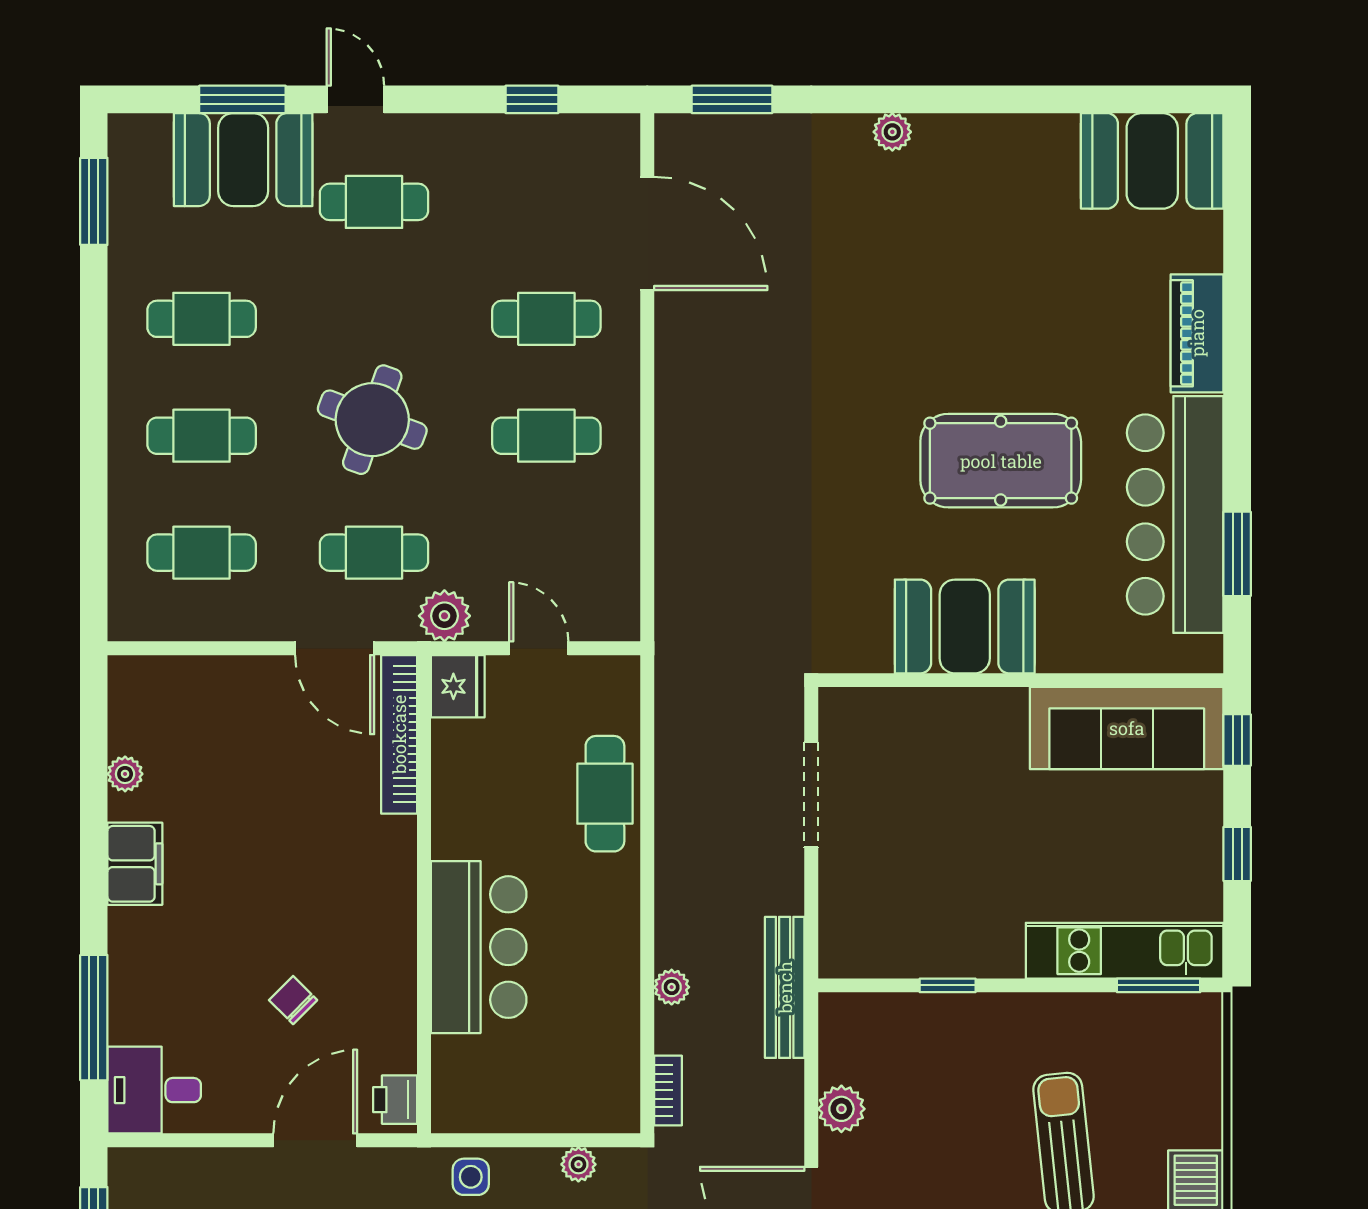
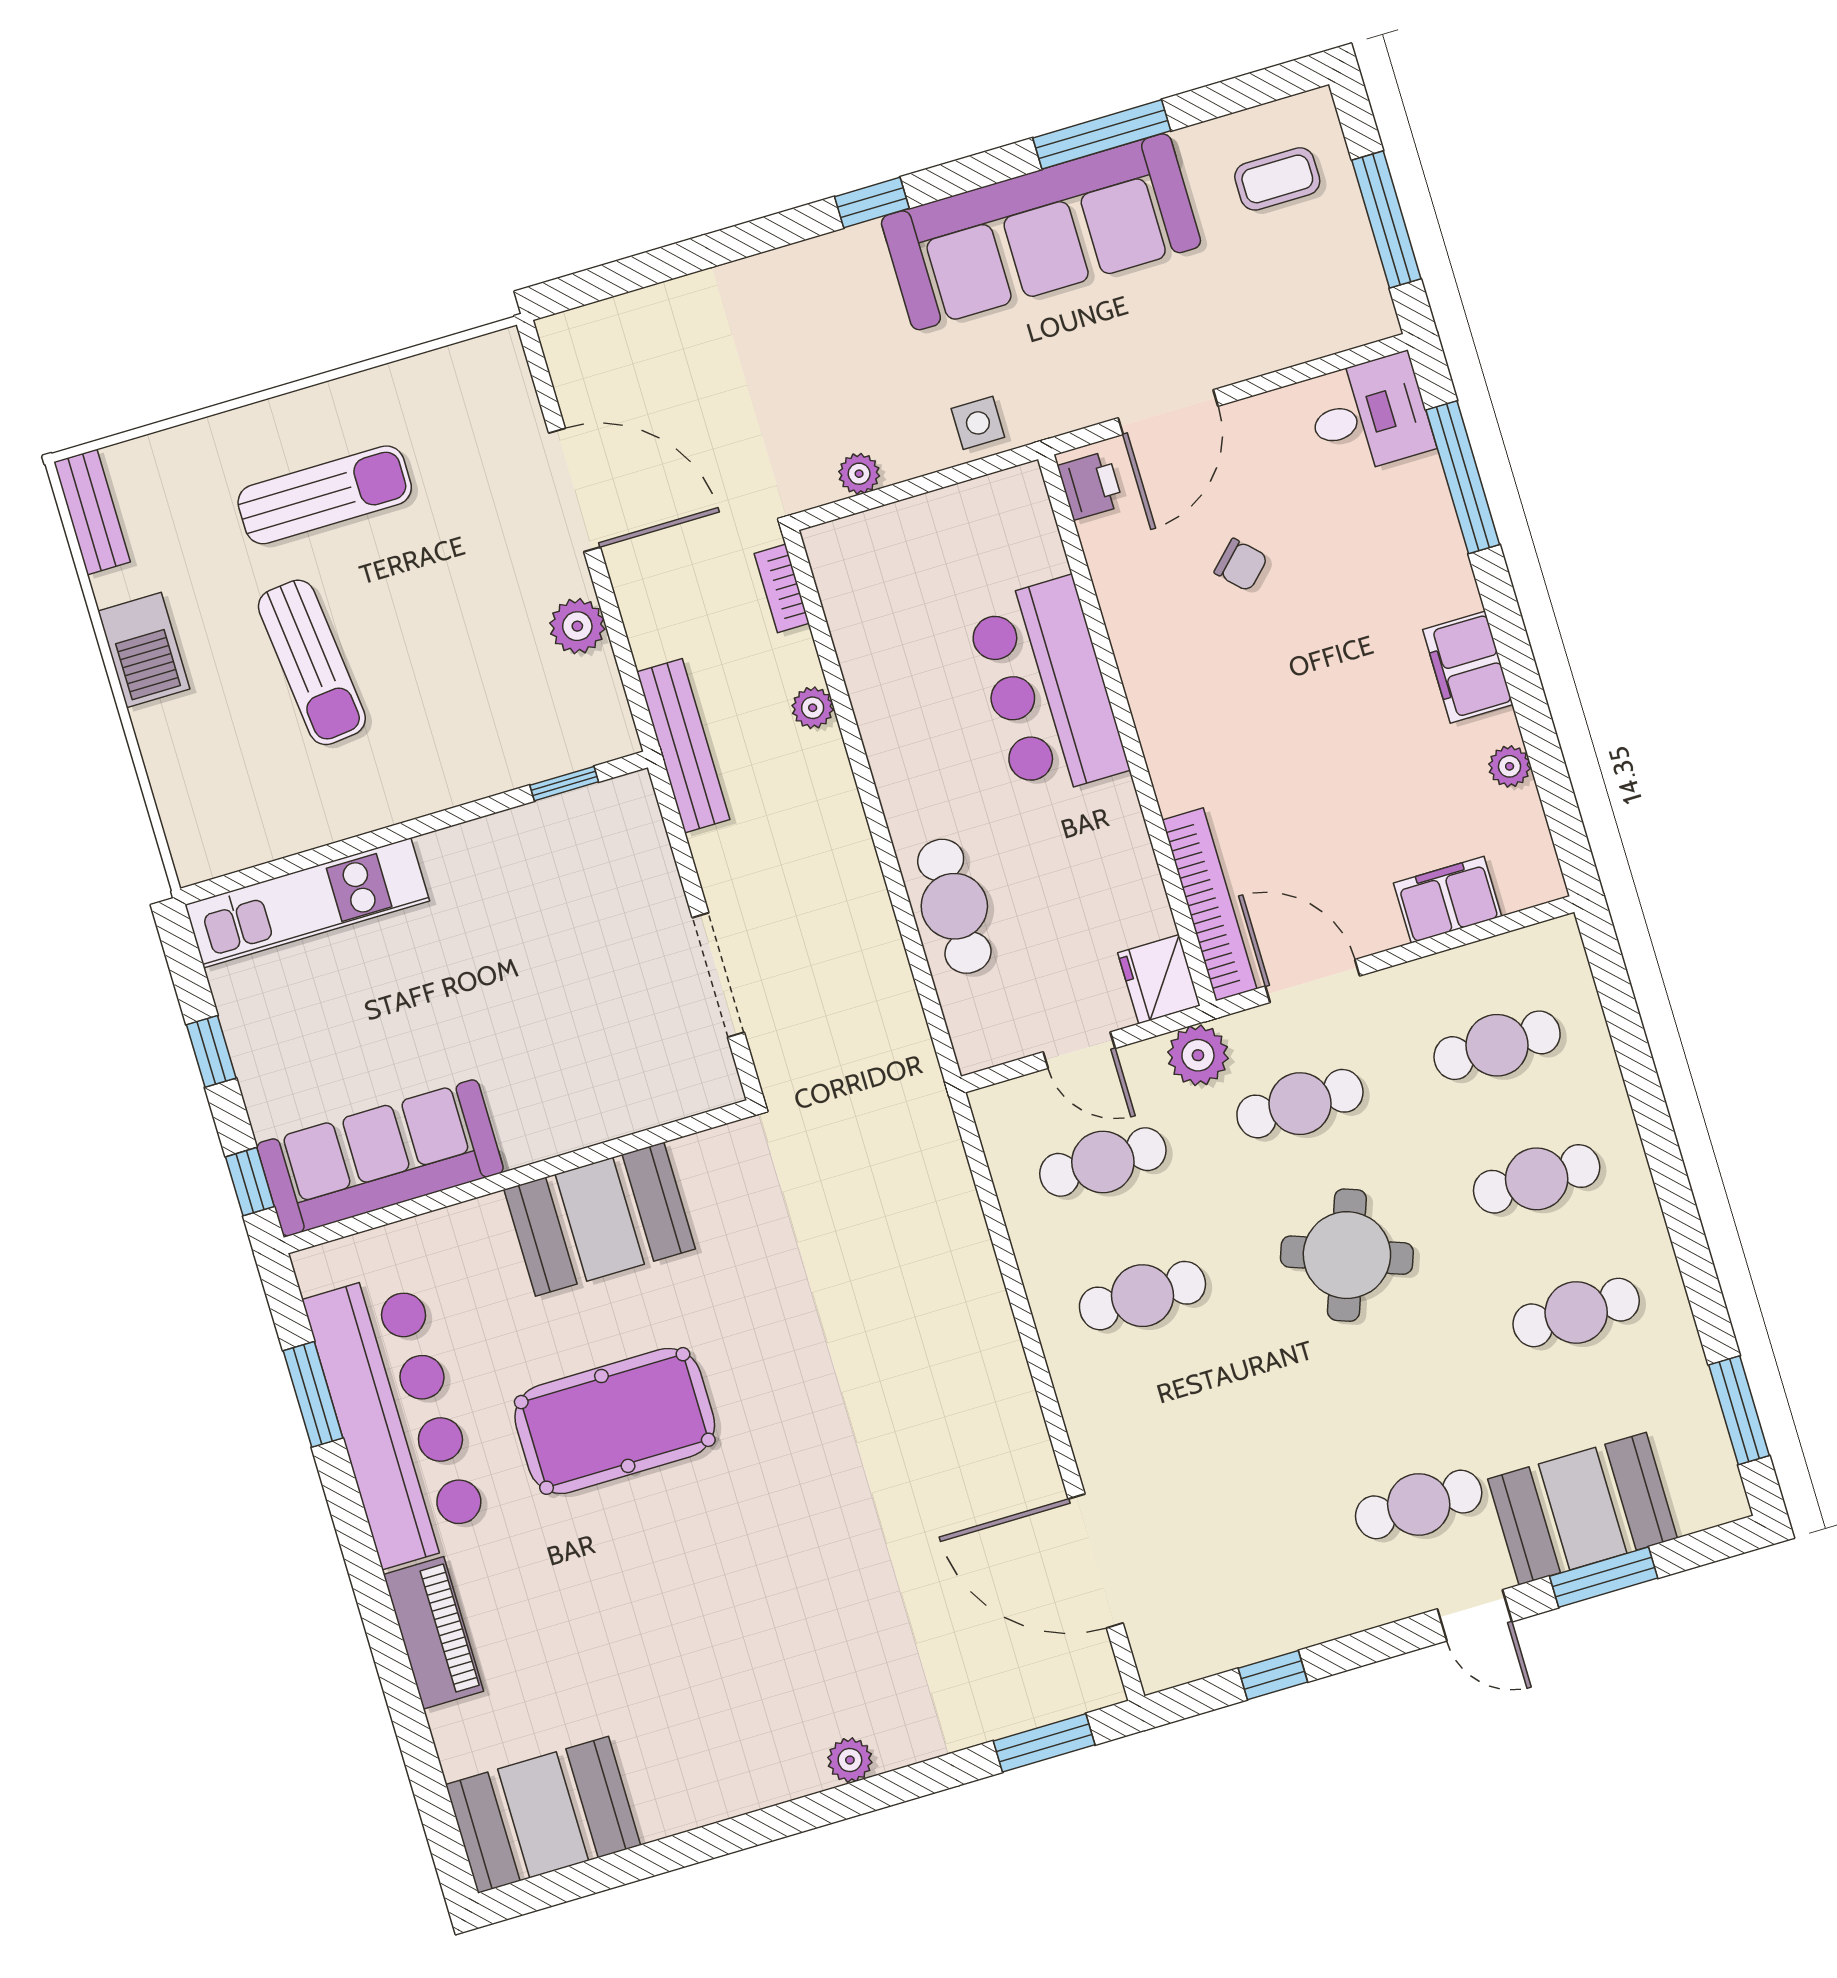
cafe table: (546, 319) -> (1103, 1162), moved
filing cabinet: (207, 681) -> (1448, 900), added
window: (948, 985) -> (564, 784), moved
window: (1159, 985) -> (257, 875), removed

